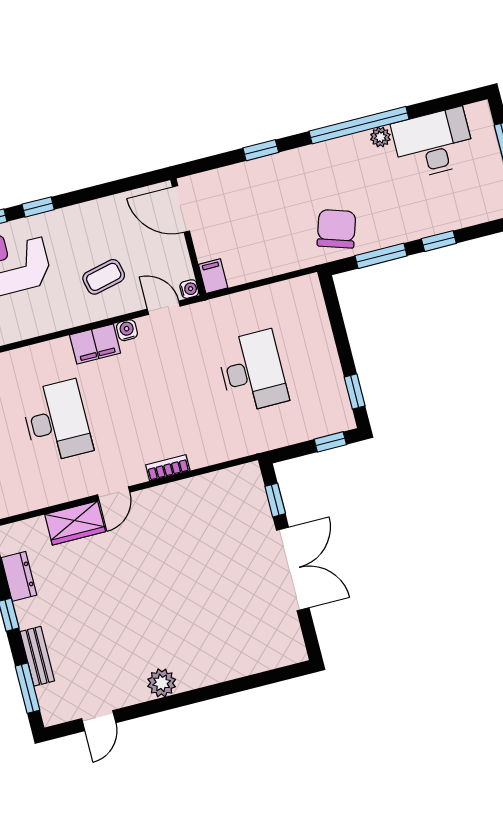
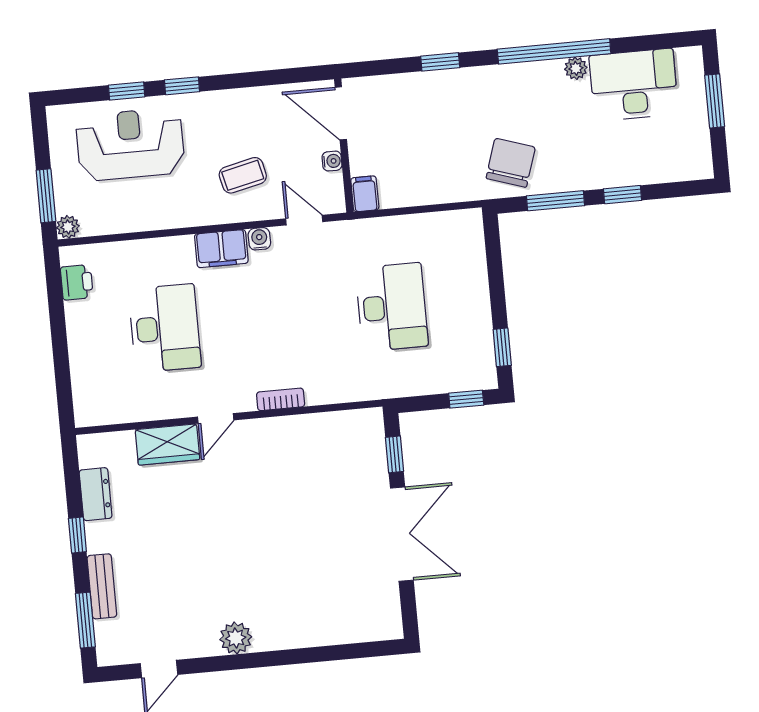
water cooler: (189, 289) -> (332, 161), moved

